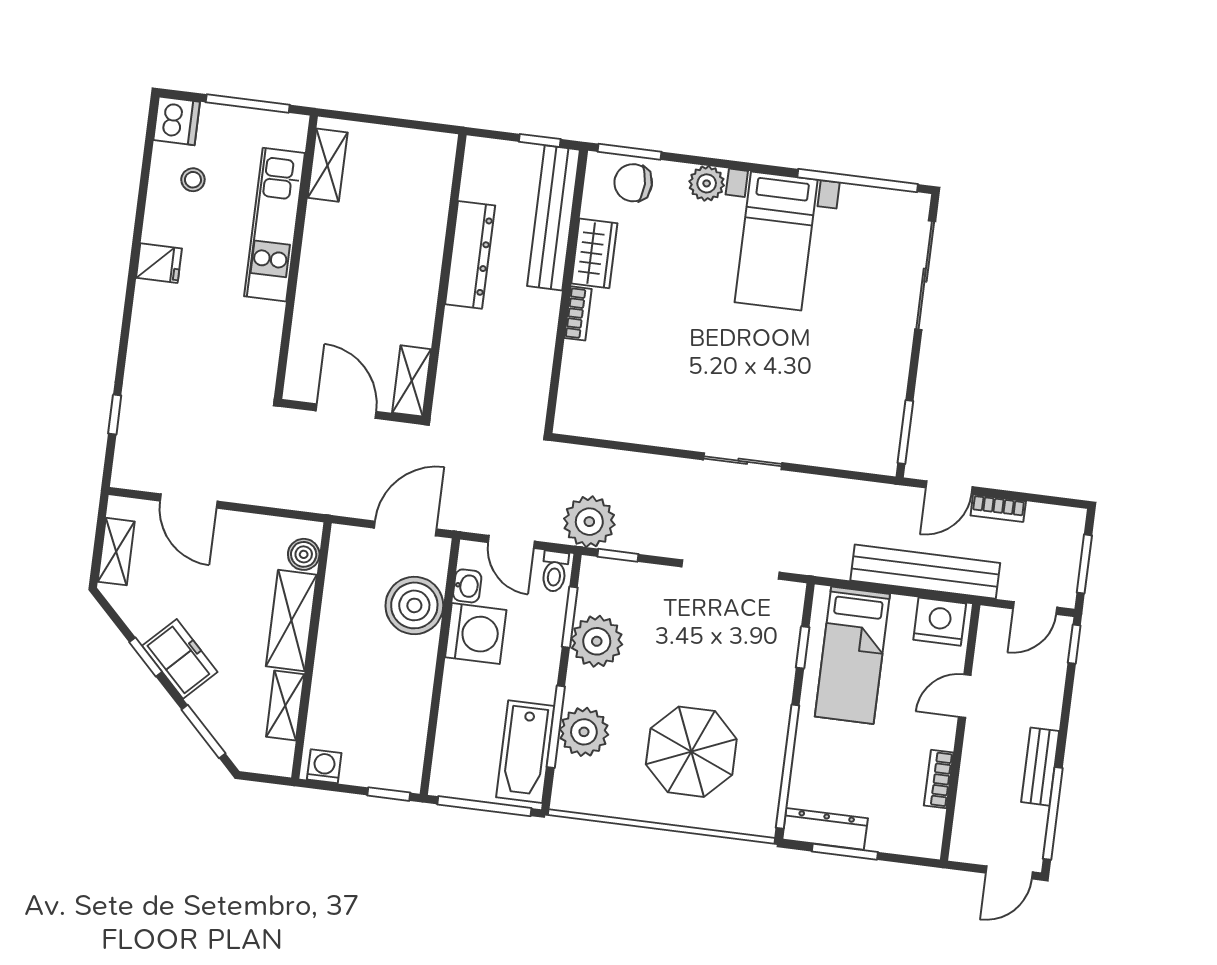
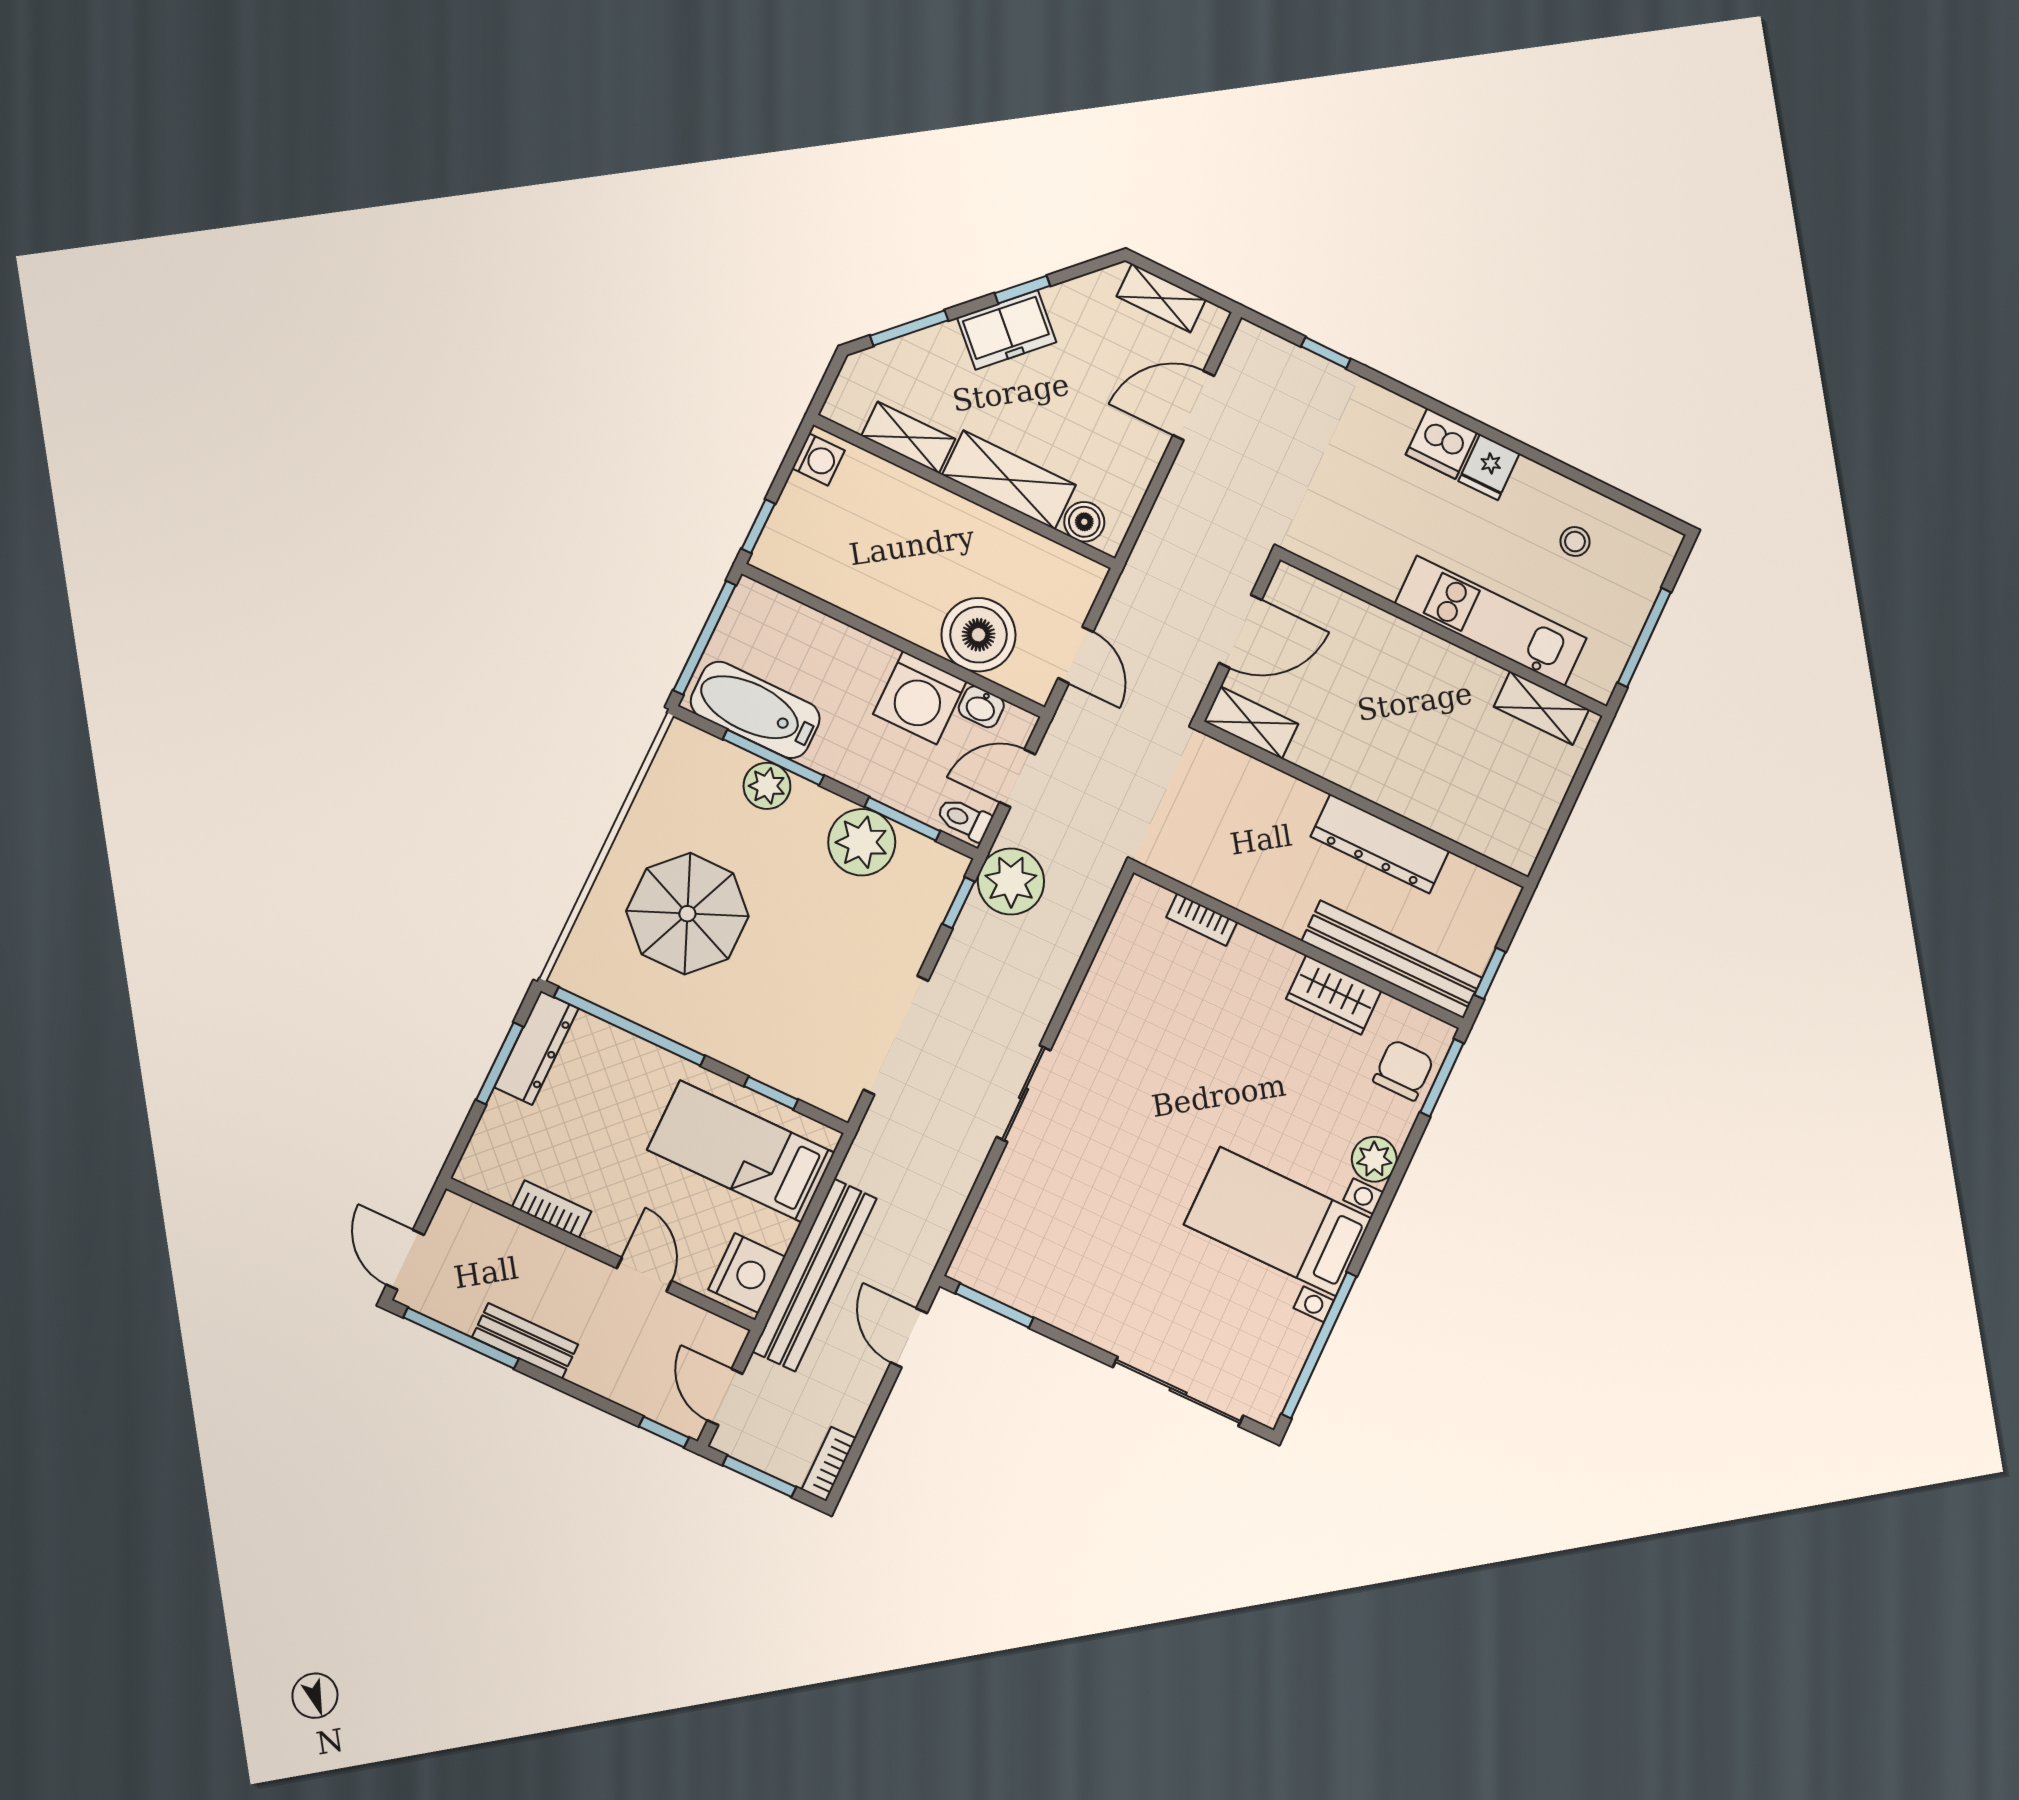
dishwasher: (177, 121) -> (1441, 444), moved
bookcase: (578, 313) -> (1202, 920), moved
bookcase: (998, 508) -> (829, 1464), moved
door: (405, 528) -> (1076, 655), width x0.73
plant: (584, 732) -> (767, 786), width x0.73, depth x0.73

